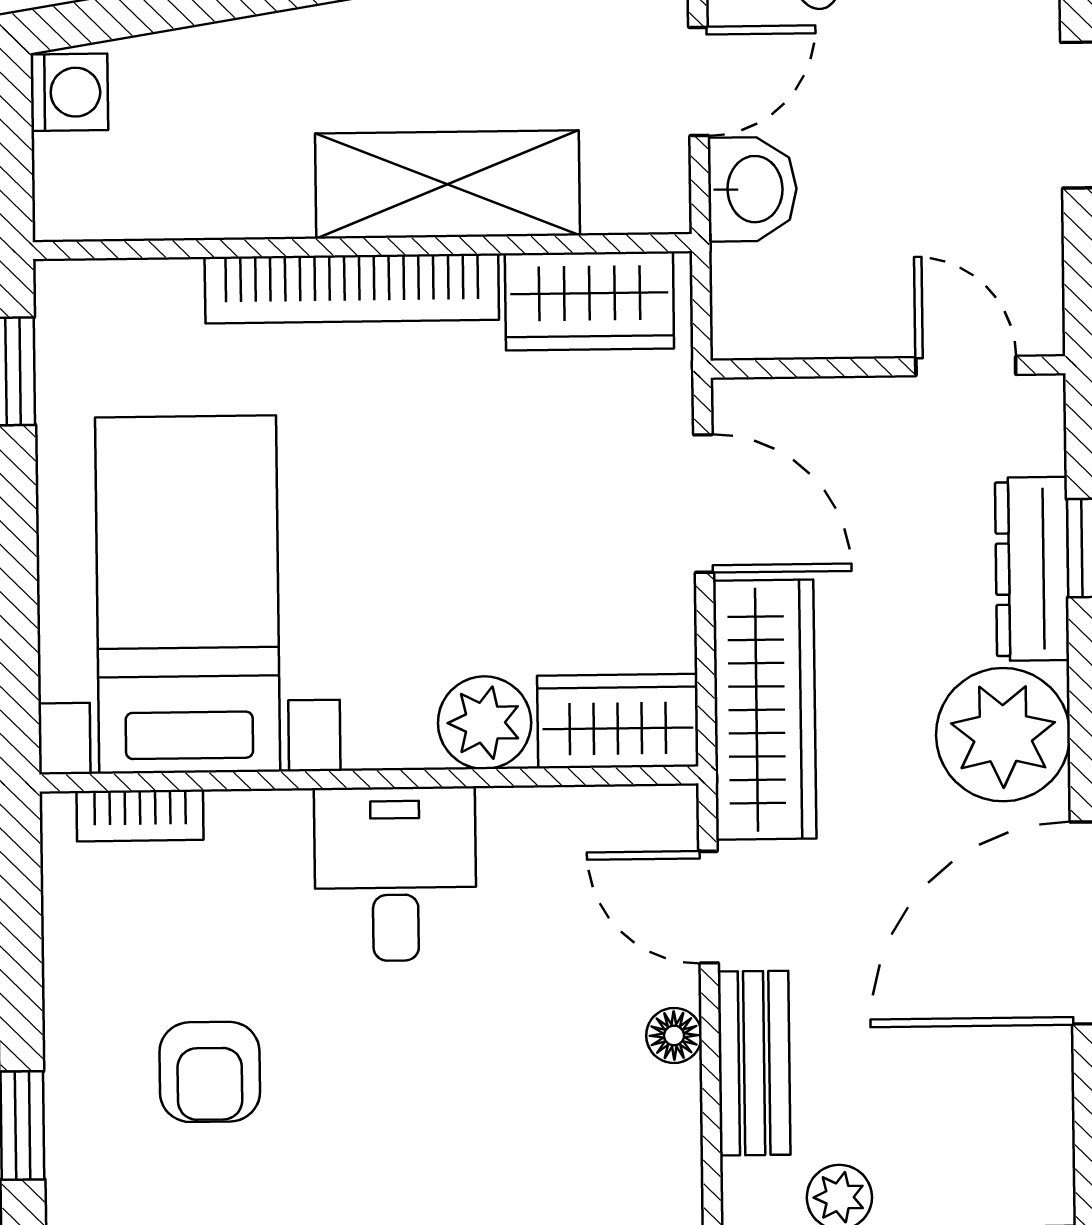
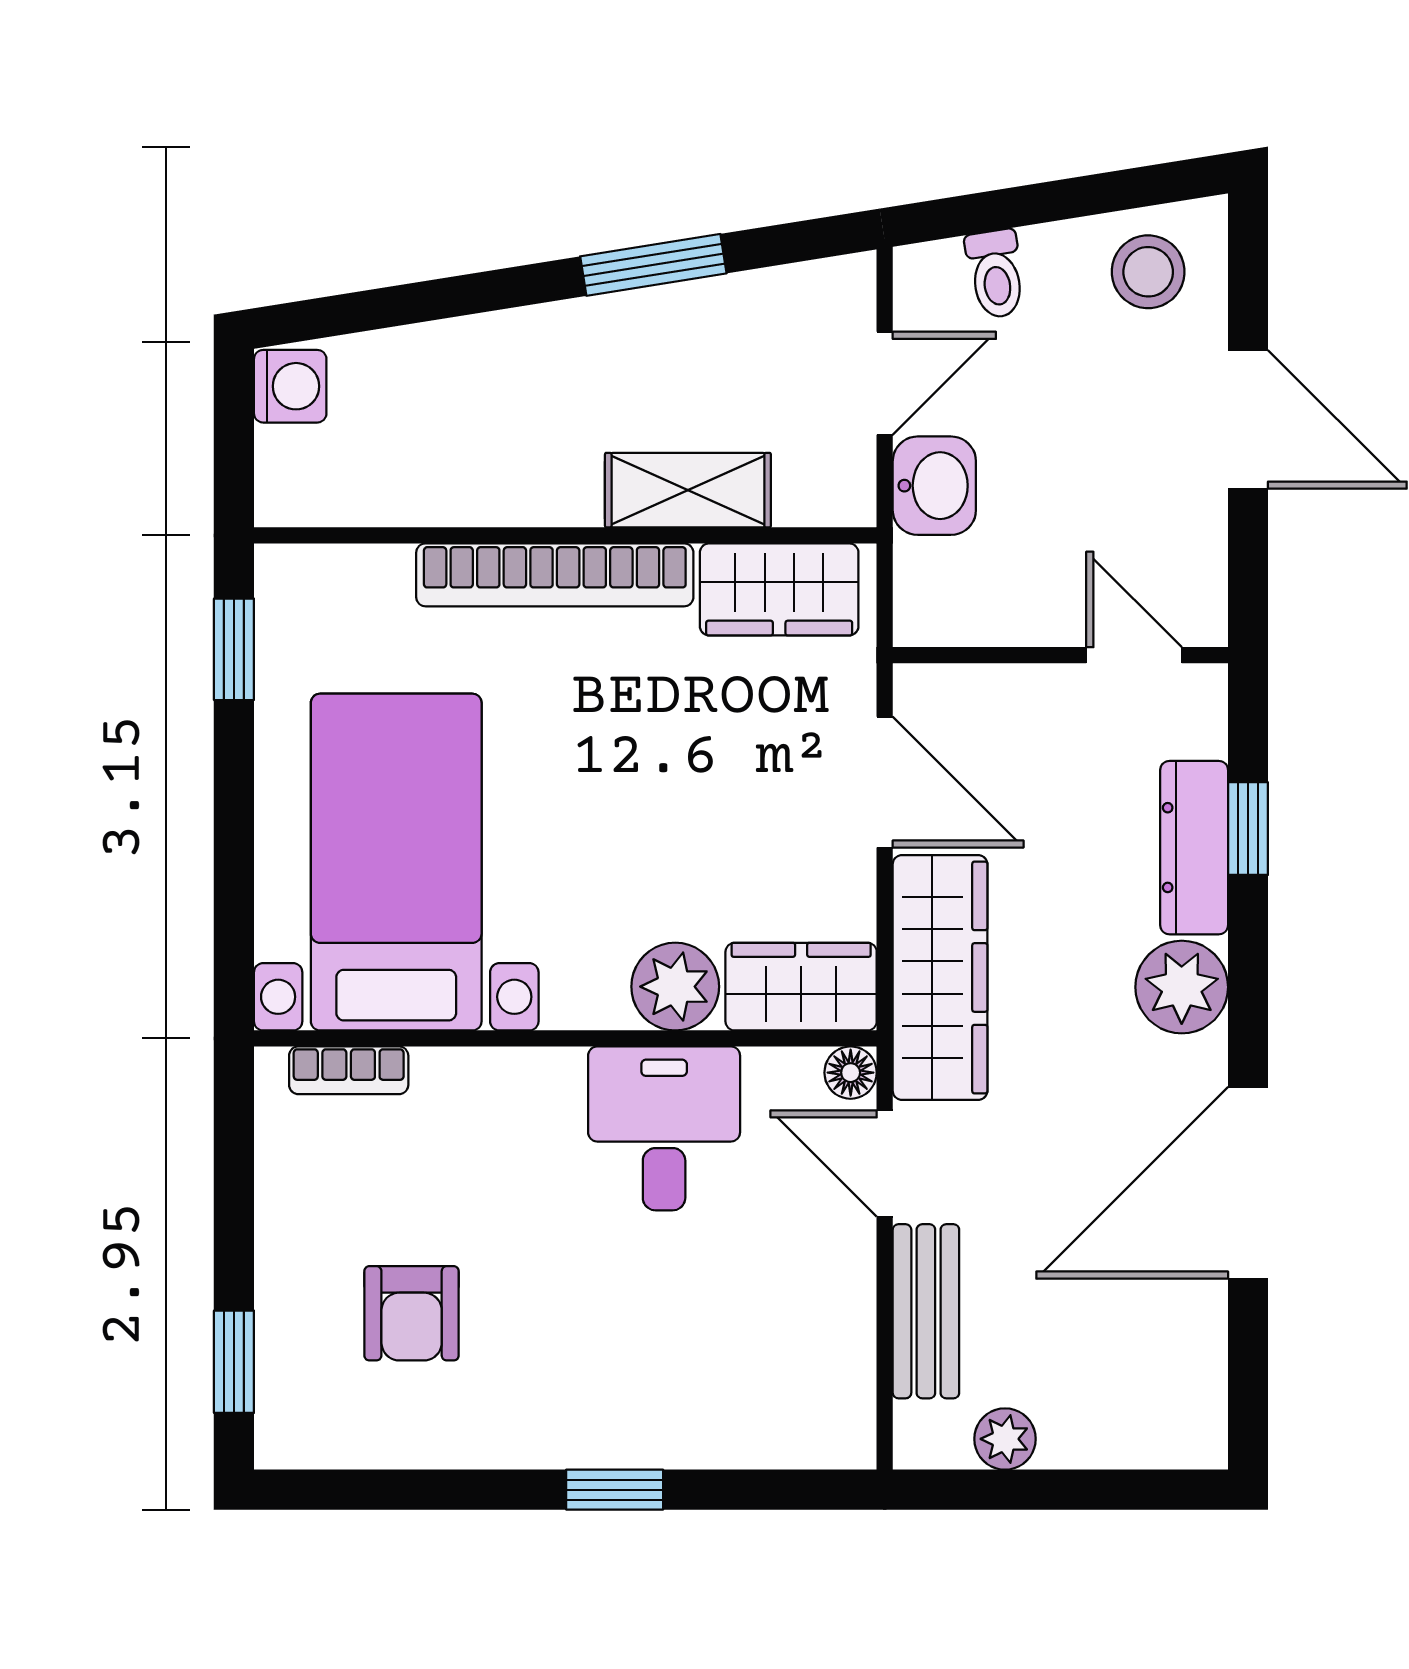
shelving: (447, 184) -> (688, 490), width x0.67, depth x0.75
plant: (1003, 735) -> (1182, 987), width x0.73, depth x0.73
desk: (395, 874) -> (664, 1128), moved
floor lamp: (674, 1035) -> (851, 1073), moved

